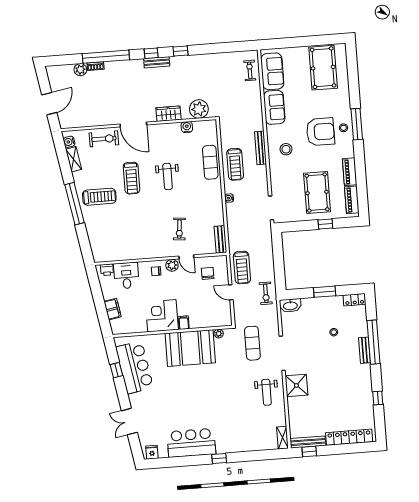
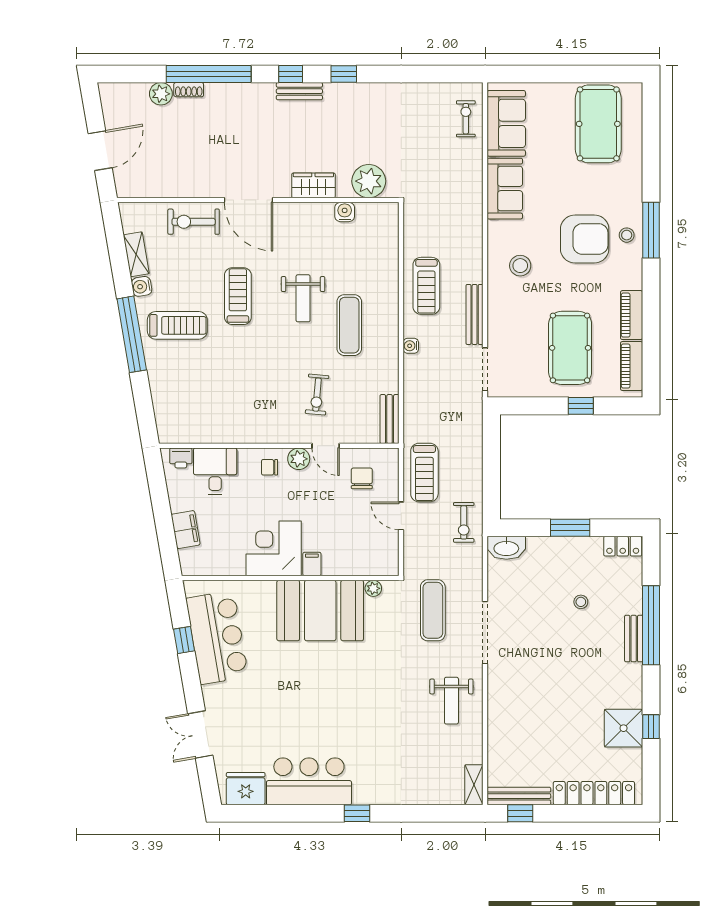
exercise bike: (104, 139) -> (194, 222), turned 180
water cooler: (69, 142) -> (142, 286), moved
bench: (261, 148) -> (475, 314), moved
exercise mat: (210, 162) -> (349, 325), moved
treadmill: (131, 178) -> (238, 296), turned 180
shower: (296, 385) -> (624, 728), moved
fridge: (152, 452) -> (246, 789), width x1.88, depth x1.34

